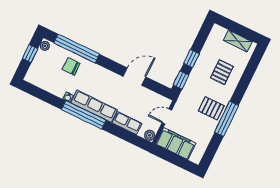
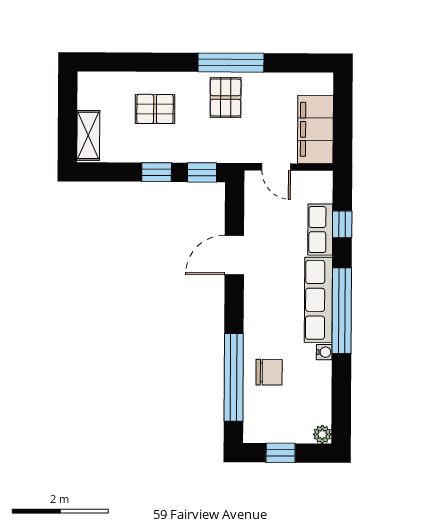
shelving: (238, 41) -> (88, 135), moved
plant: (45, 46) -> (322, 434), moved
chair: (71, 66) -> (269, 372), turned -90
door: (134, 77) -> (234, 255), hinge flipped
window: (125, 135) -> (342, 224), added
plant: (150, 135) -> (323, 181), removed

